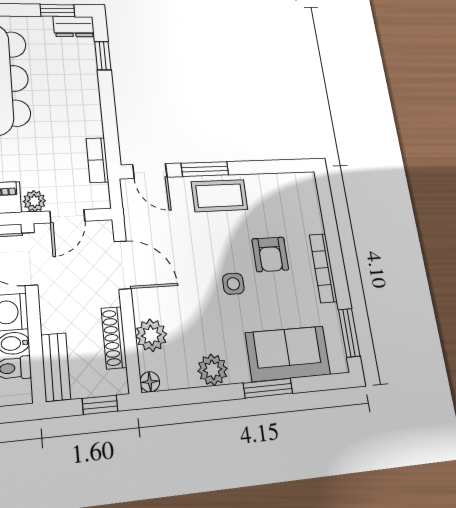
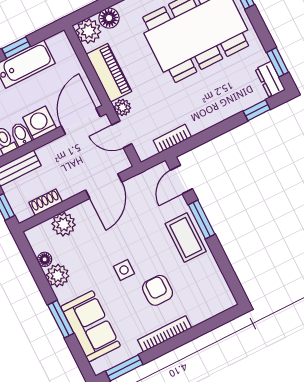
armchair: (270, 254) -> (158, 290), turned 90
shoe rack: (114, 338) -> (46, 202), width x0.70
floor lamp: (150, 382) -> (45, 259), moved

